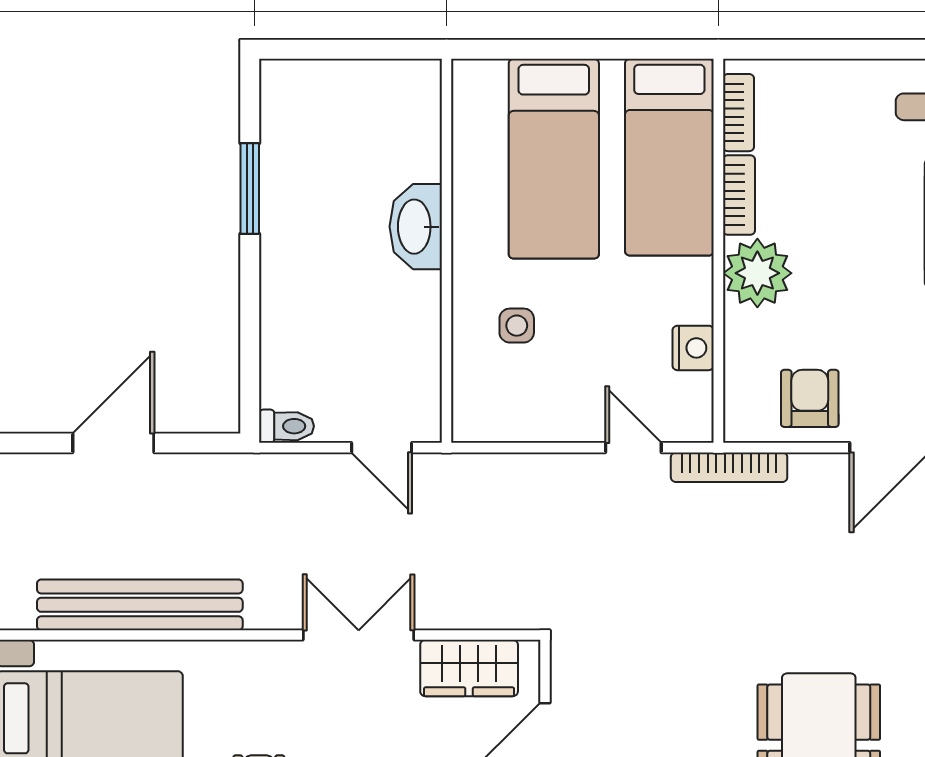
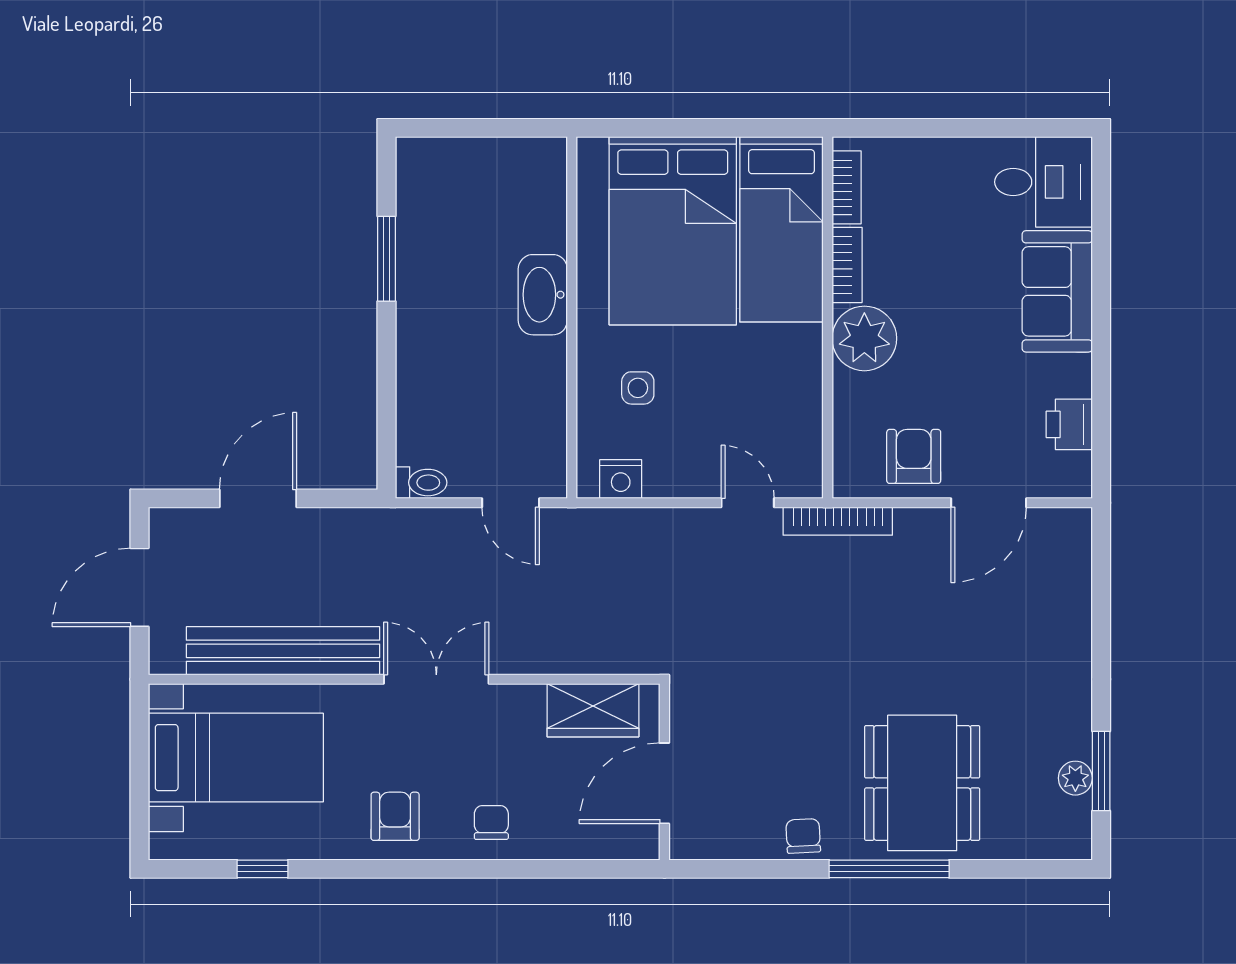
bed: (554, 159) -> (673, 231), width x1.50
nightstand: (693, 348) -> (621, 479), moved, turned 90
double door: (359, 635) -> (436, 679), moved

